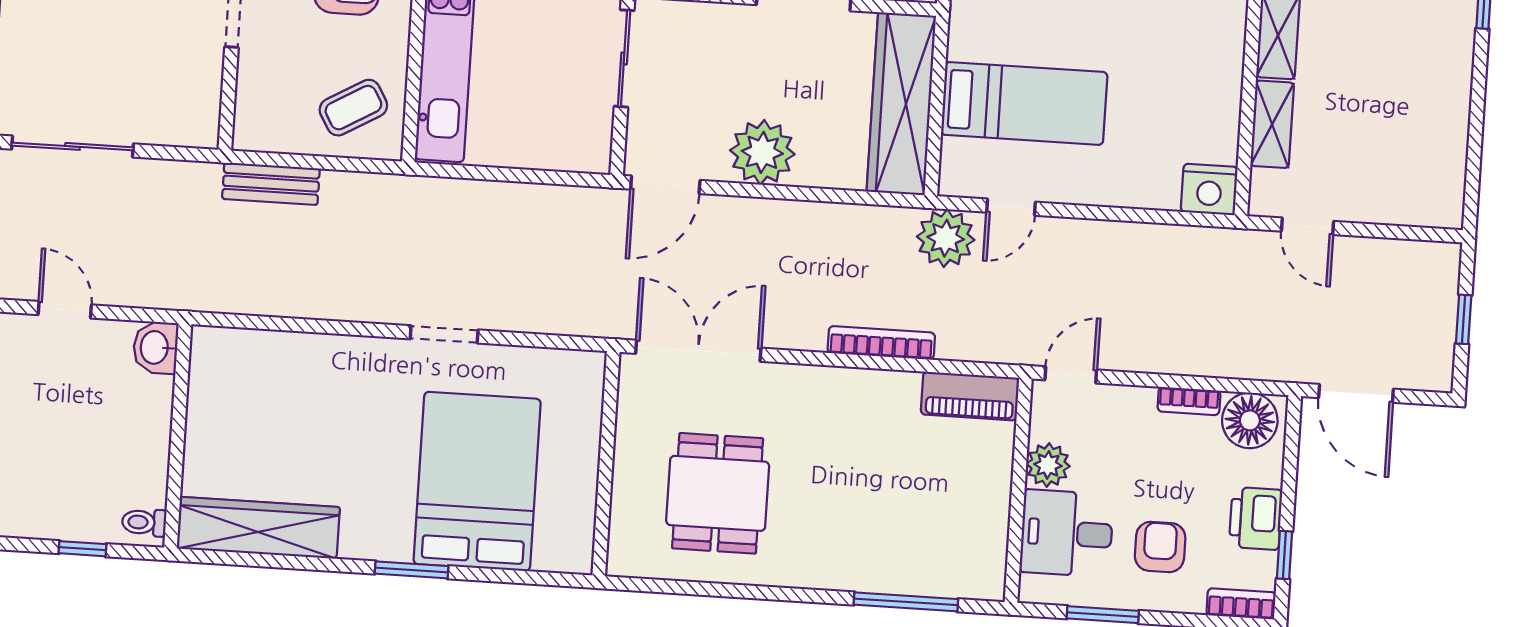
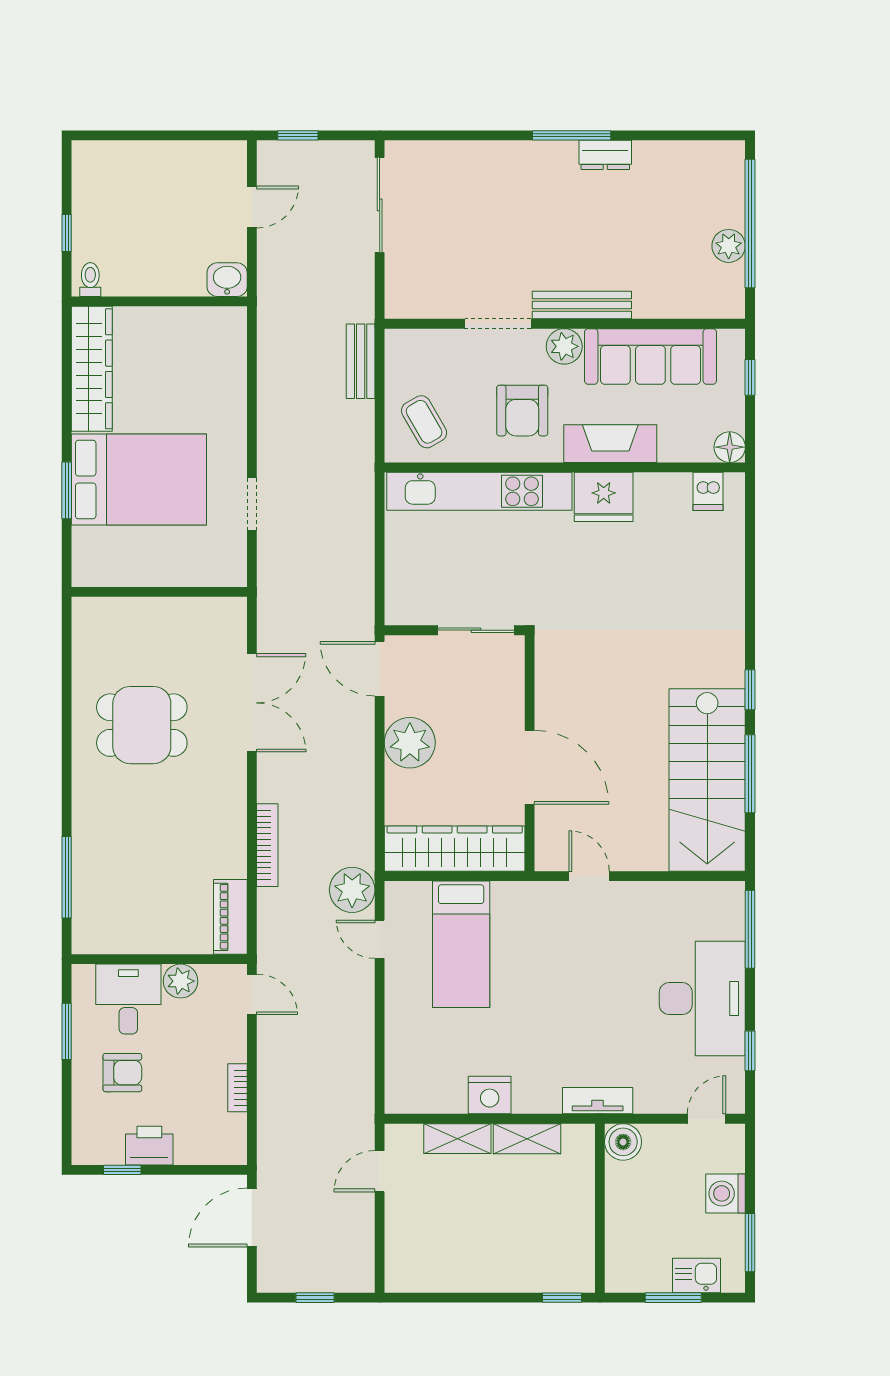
nightstand: (1209, 189) -> (490, 1095), moved, turned -90
floor lamp: (1250, 420) -> (225, 1136), removed
wall: (606, 464) -> (159, 592), moved
bed: (477, 481) -> (139, 480), moved
bookcase: (1241, 604) -> (82, 1139), removed

